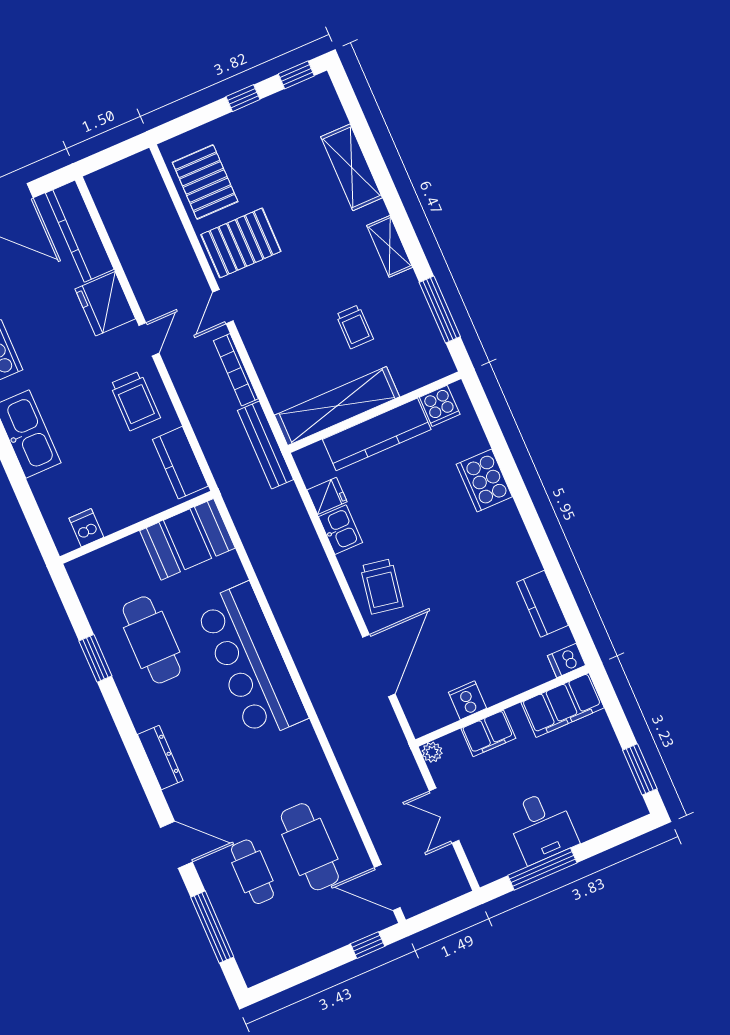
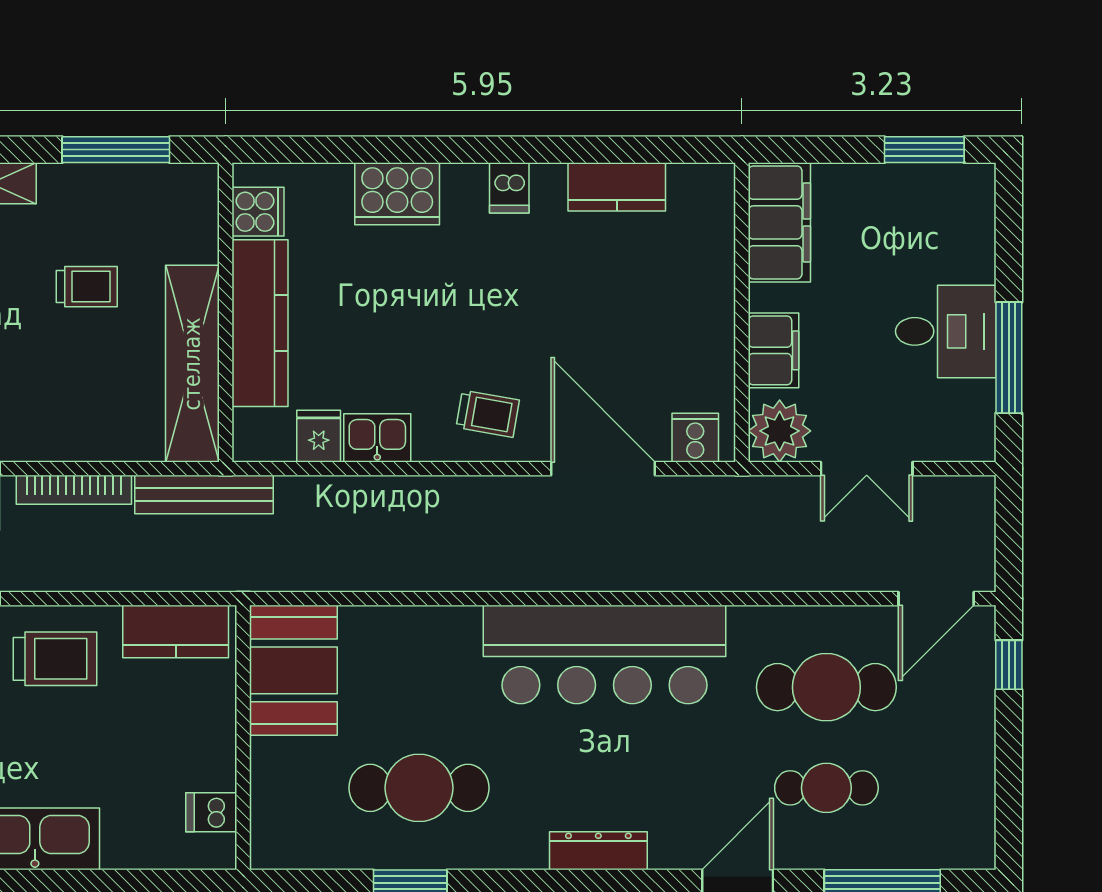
trolley: (382, 586) -> (488, 414), width x0.73, depth x0.72
dishwasher: (566, 660) -> (509, 188), moved
bar counter: (251, 661) -> (604, 655), moved
cooker: (468, 700) -> (695, 438), moved, turned 90
plant: (432, 752) -> (780, 431), width x1.87, depth x1.87

